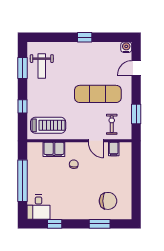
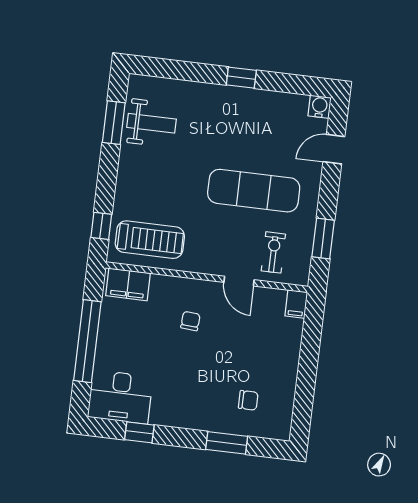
weight bench: (42, 66) -> (152, 123), turned -90
window: (23, 106) -> (101, 226), moved
filing cabinet: (54, 149) -> (128, 284), moved
filing cabinet: (114, 149) -> (296, 304), moved
chair: (108, 201) -> (248, 400), width x0.54, depth x0.54
desk: (38, 207) -> (120, 397), width x1.37

